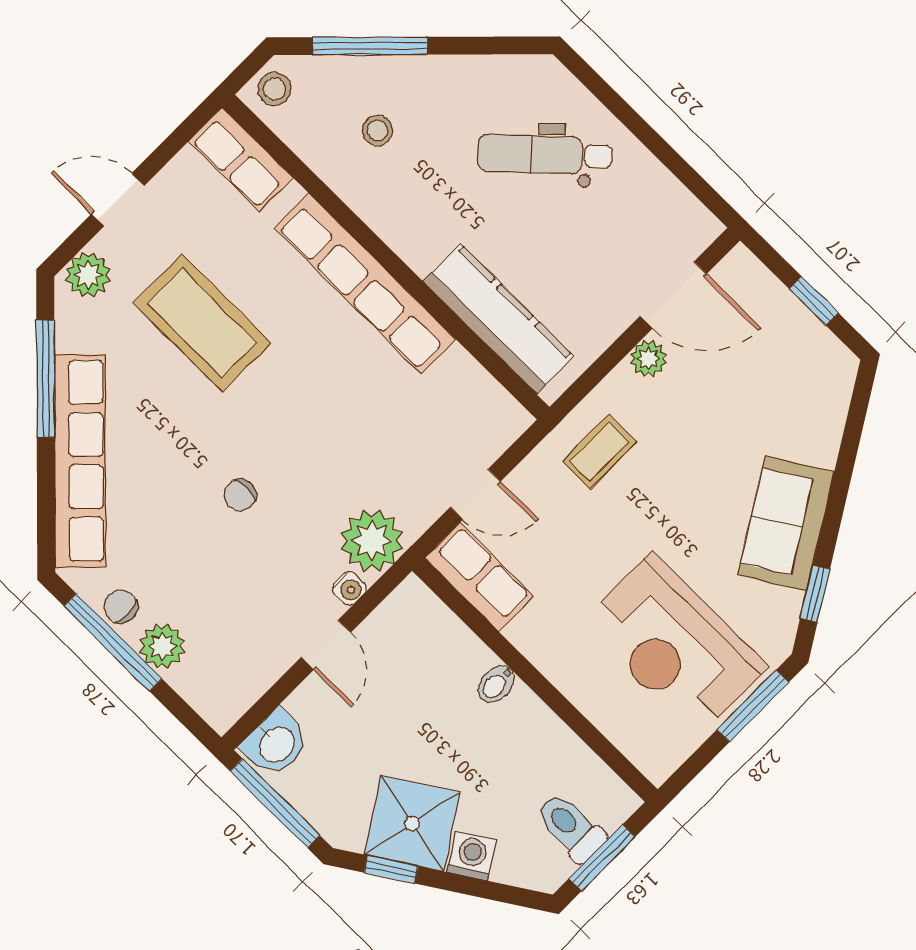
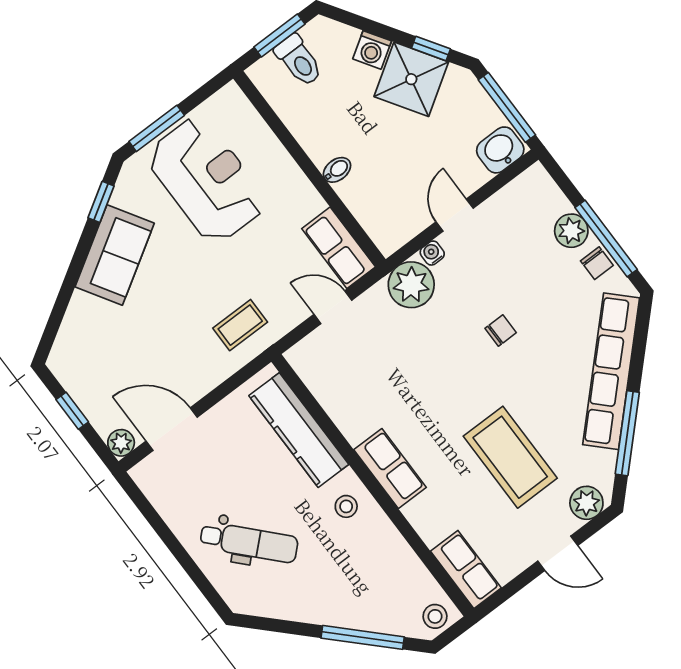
stool: (377, 131) -> (346, 506), moved
row of seats: (365, 284) -> (390, 469), width x0.50
plant: (649, 359) -> (121, 443), moved

